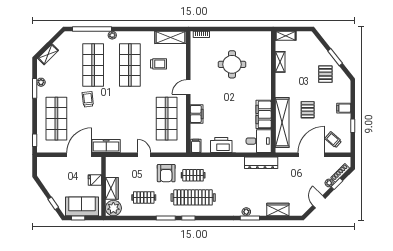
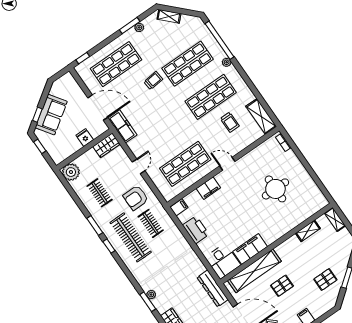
dresser: (261, 163) -> (213, 288), moved
wardrobe: (112, 188) -> (106, 145), moved
sofa: (82, 206) -> (51, 115), moved, turned 56

